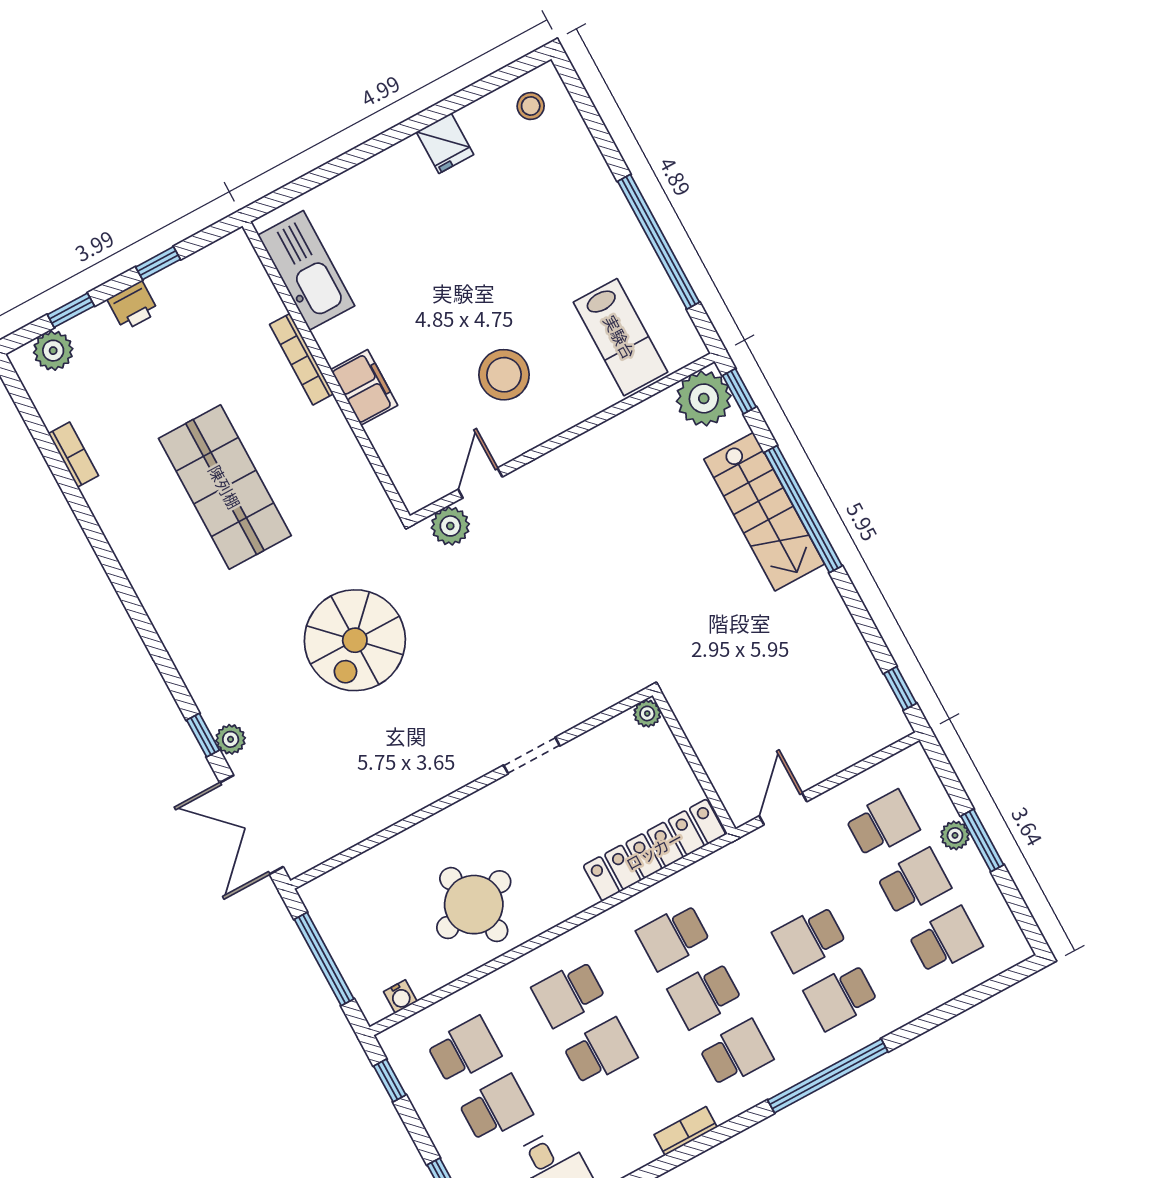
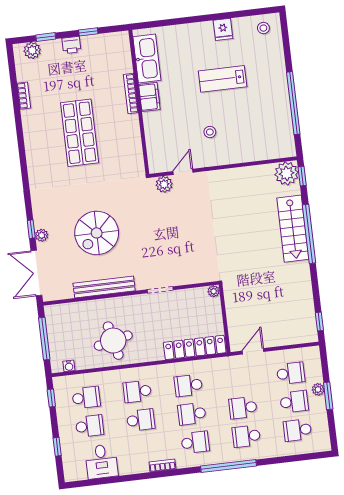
lab bench: (620, 337) -> (223, 79), moved, turned 90
stool: (504, 375) -> (210, 132), width x0.53, depth x0.53
filing cabinet: (364, 387) -> (149, 97), moved
spiral stairs: (355, 640) -> (97, 233), moved
bench: (409, 797) -> (104, 287), added
school desk: (945, 940) -> (297, 430), turned 180

